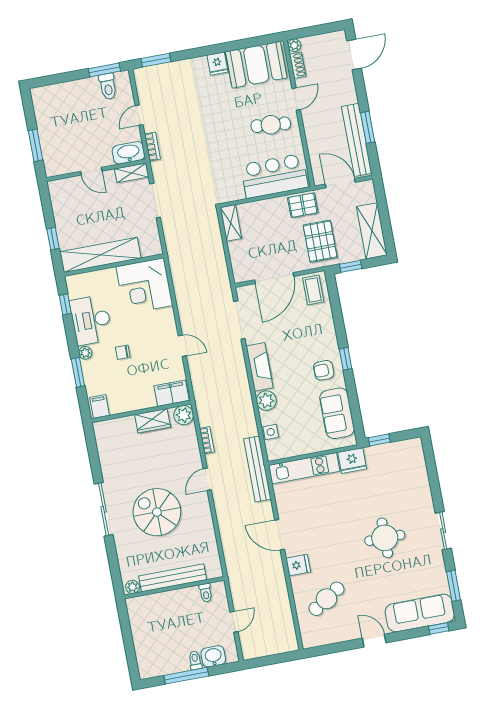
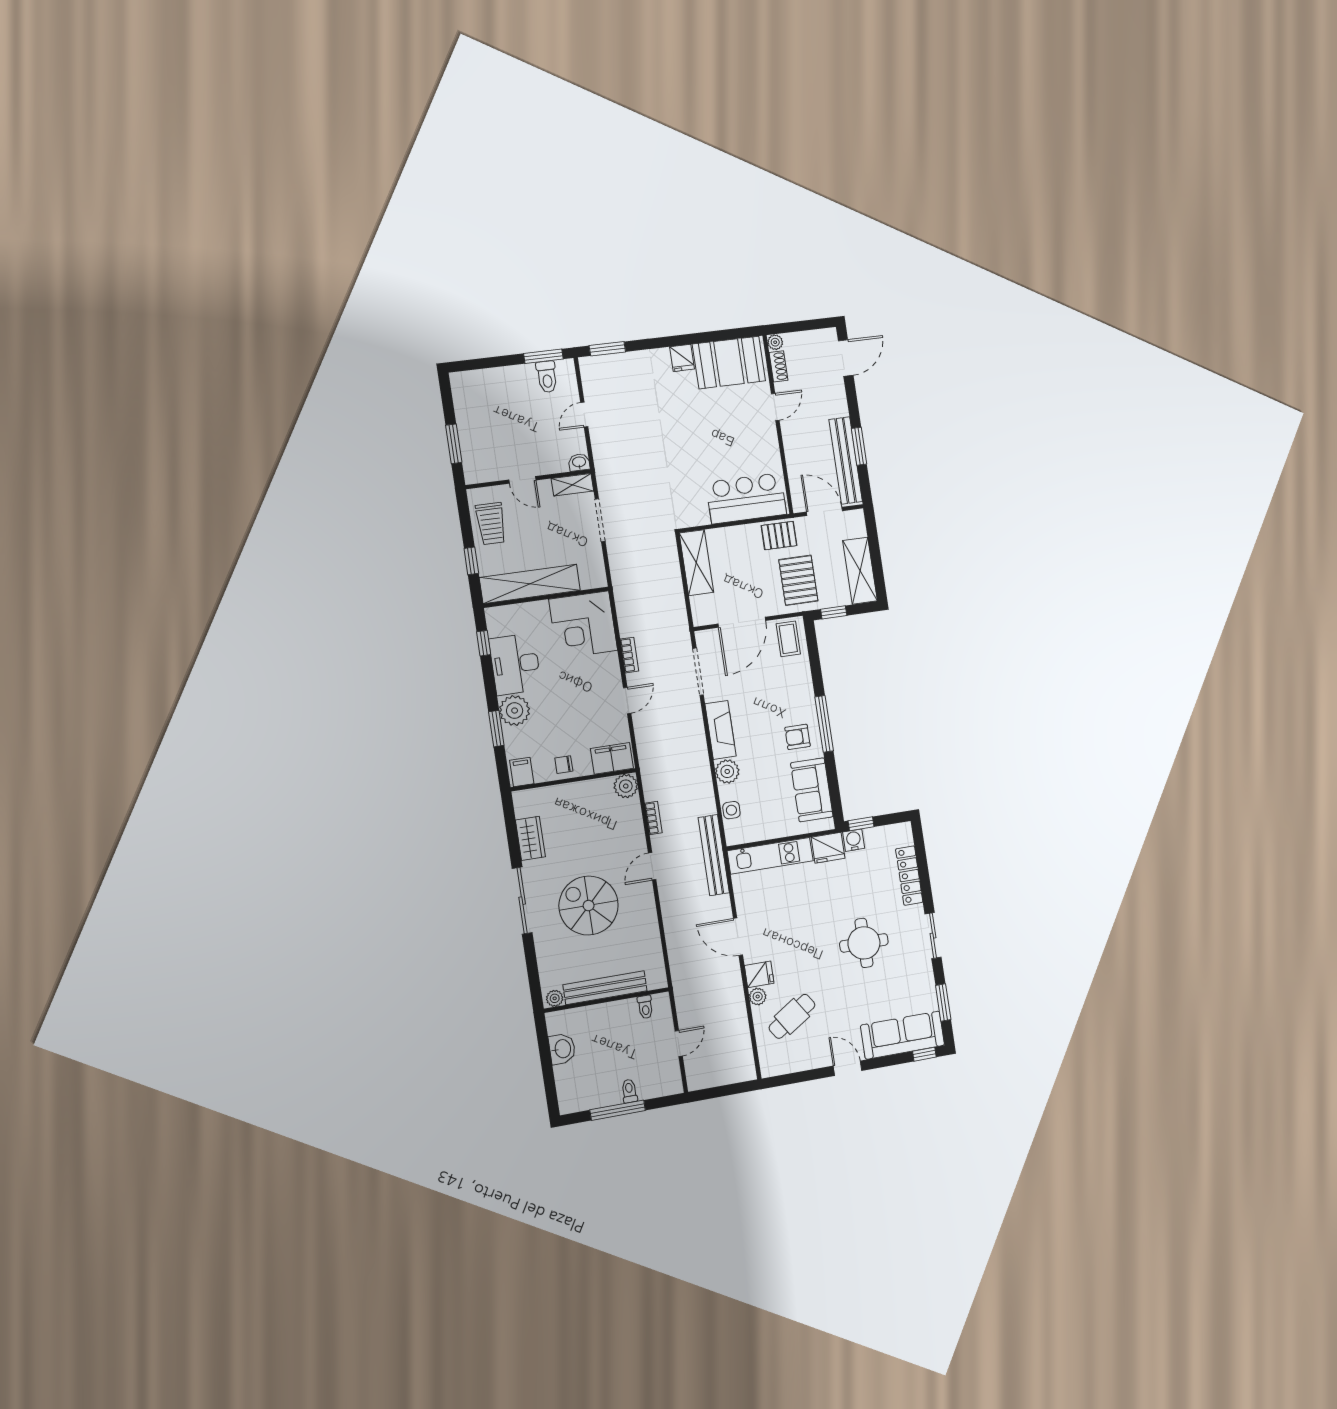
cafe table: (271, 125) -> (744, 436), removed
bookcase: (152, 147) -> (629, 655), moved
washbasin: (128, 153) -> (579, 462), width x0.52, depth x0.69
trolley: (67, 208) -> (491, 524), added
shelving: (231, 223) -> (696, 563), width x1.50, depth x1.33
door: (182, 346) -> (627, 701), hinge flipped
chair: (123, 352) -> (564, 765), moved
plant: (85, 353) -> (515, 711), width x1.88, depth x1.88
window: (346, 359) -> (824, 724), width x2.17
wardrobe: (153, 421) -> (530, 838), moved, turned -90
water cooler: (373, 454) -> (854, 840), added
locker: (421, 482) -> (909, 876), added
plant: (297, 583) -> (758, 997), added
washbasin: (213, 656) -> (562, 1049), moved, turned 90

